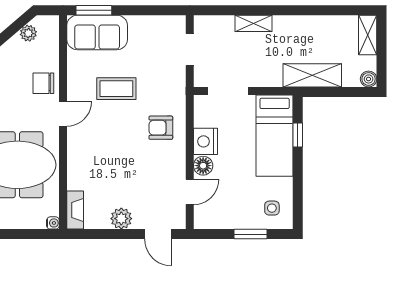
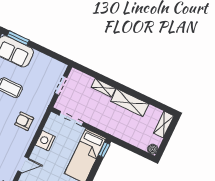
shelving: (312, 75) -> (130, 103), moved
window: (298, 135) -> (104, 150), moved
floor lamp: (203, 166) -> (38, 154), removed

